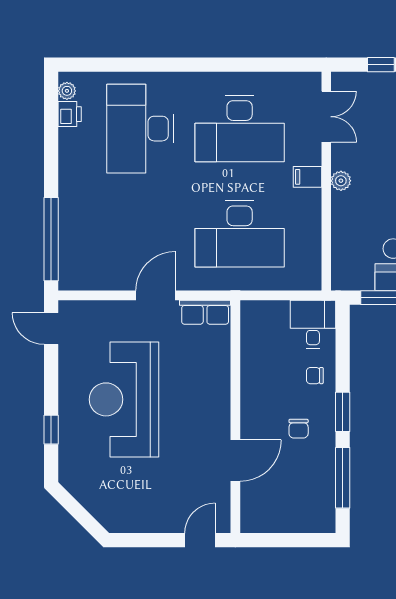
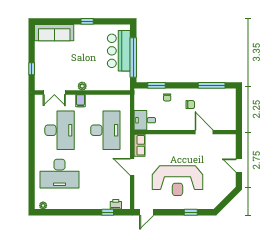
printer: (70, 114) -> (116, 204), moved
double door: (326, 117) -> (54, 92), swing flipped
window: (51, 239) -> (108, 212), width x0.32
desk: (313, 324) -> (145, 120), moved
window: (343, 412) -> (157, 85), moved
door: (200, 540) -> (239, 166), moved

